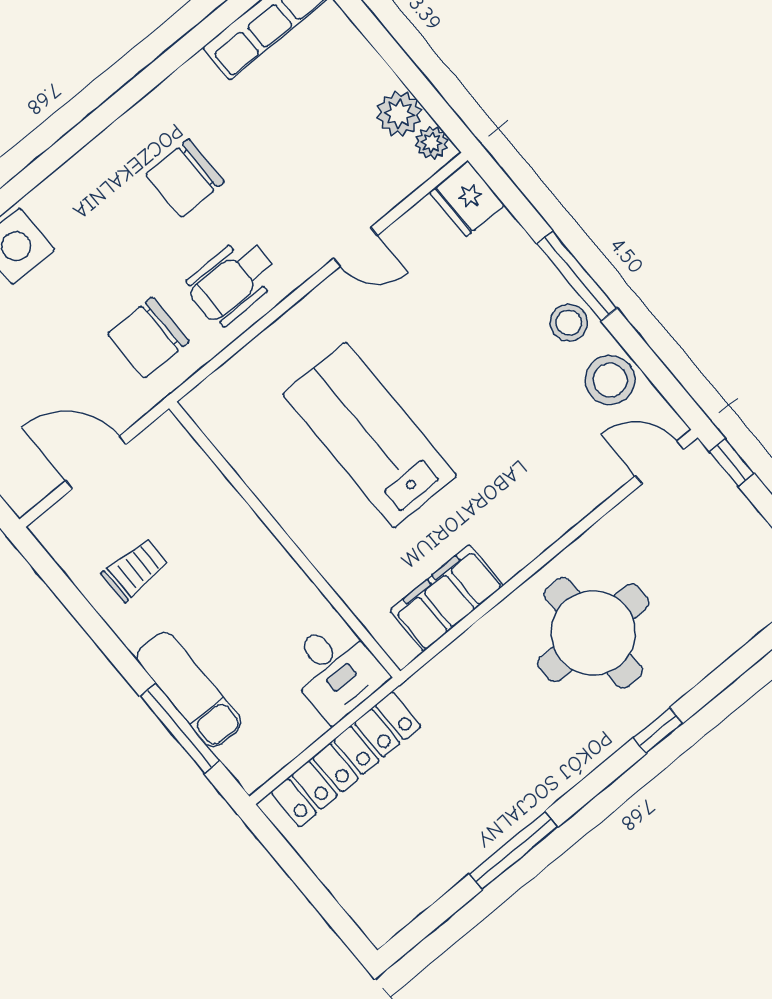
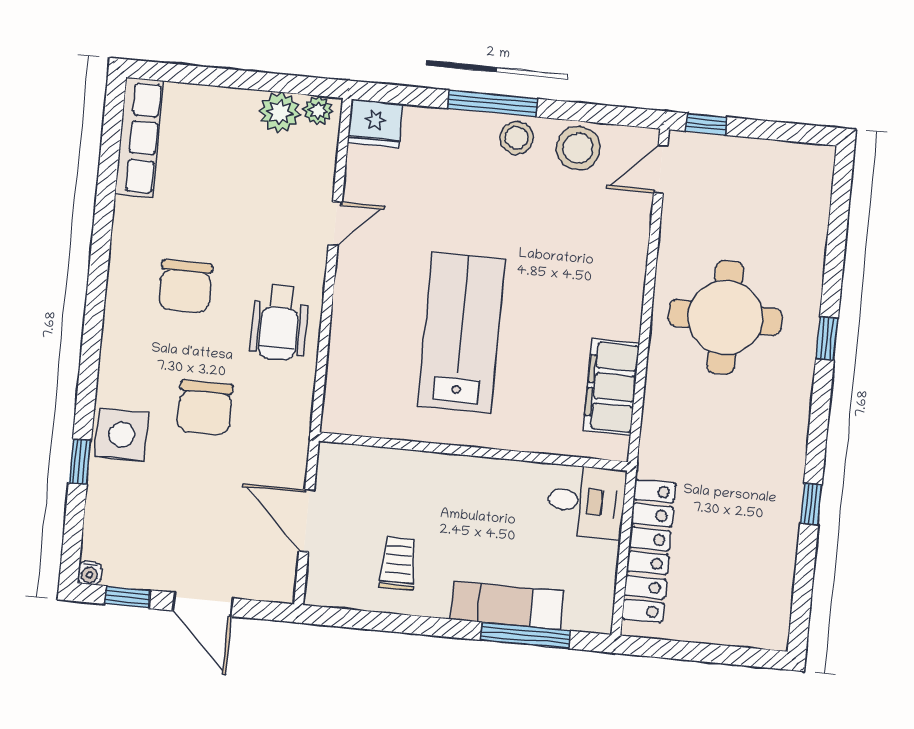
chair: (148, 338) -> (205, 408), moved
lab bench: (370, 435) -> (461, 333), turned 90
door: (96, 462) -> (307, 521), hinge flipped
window: (513, 850) -> (811, 504), width x0.46

